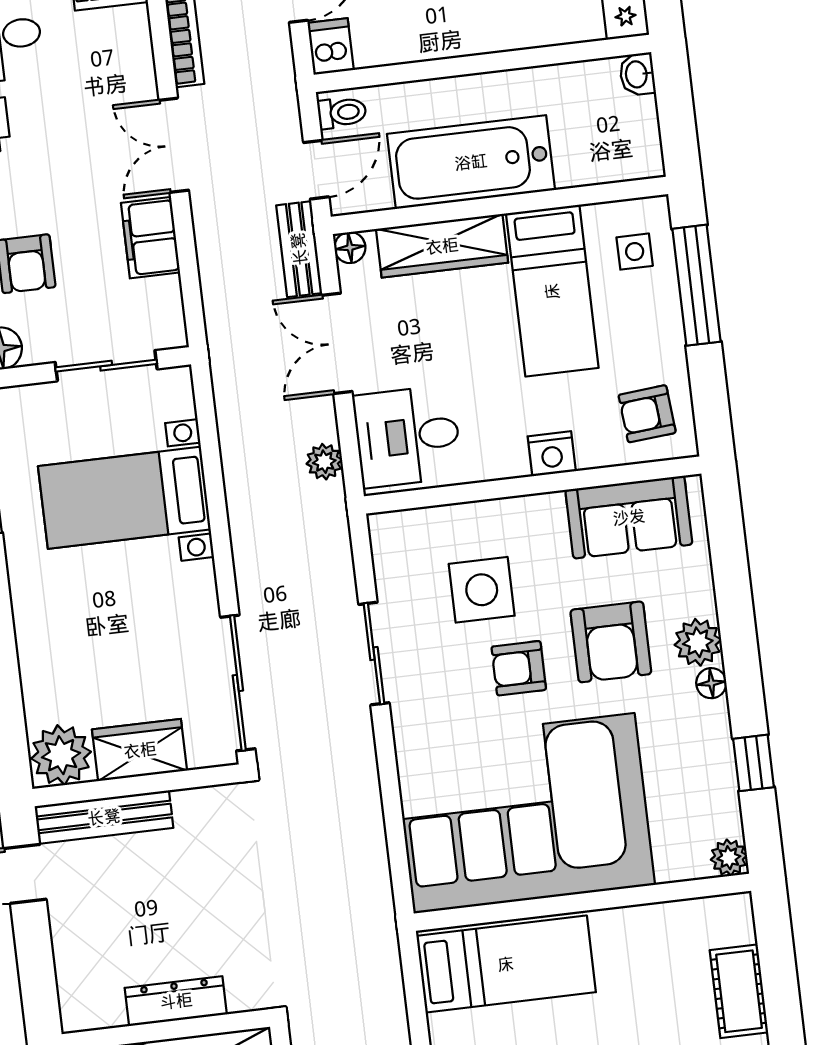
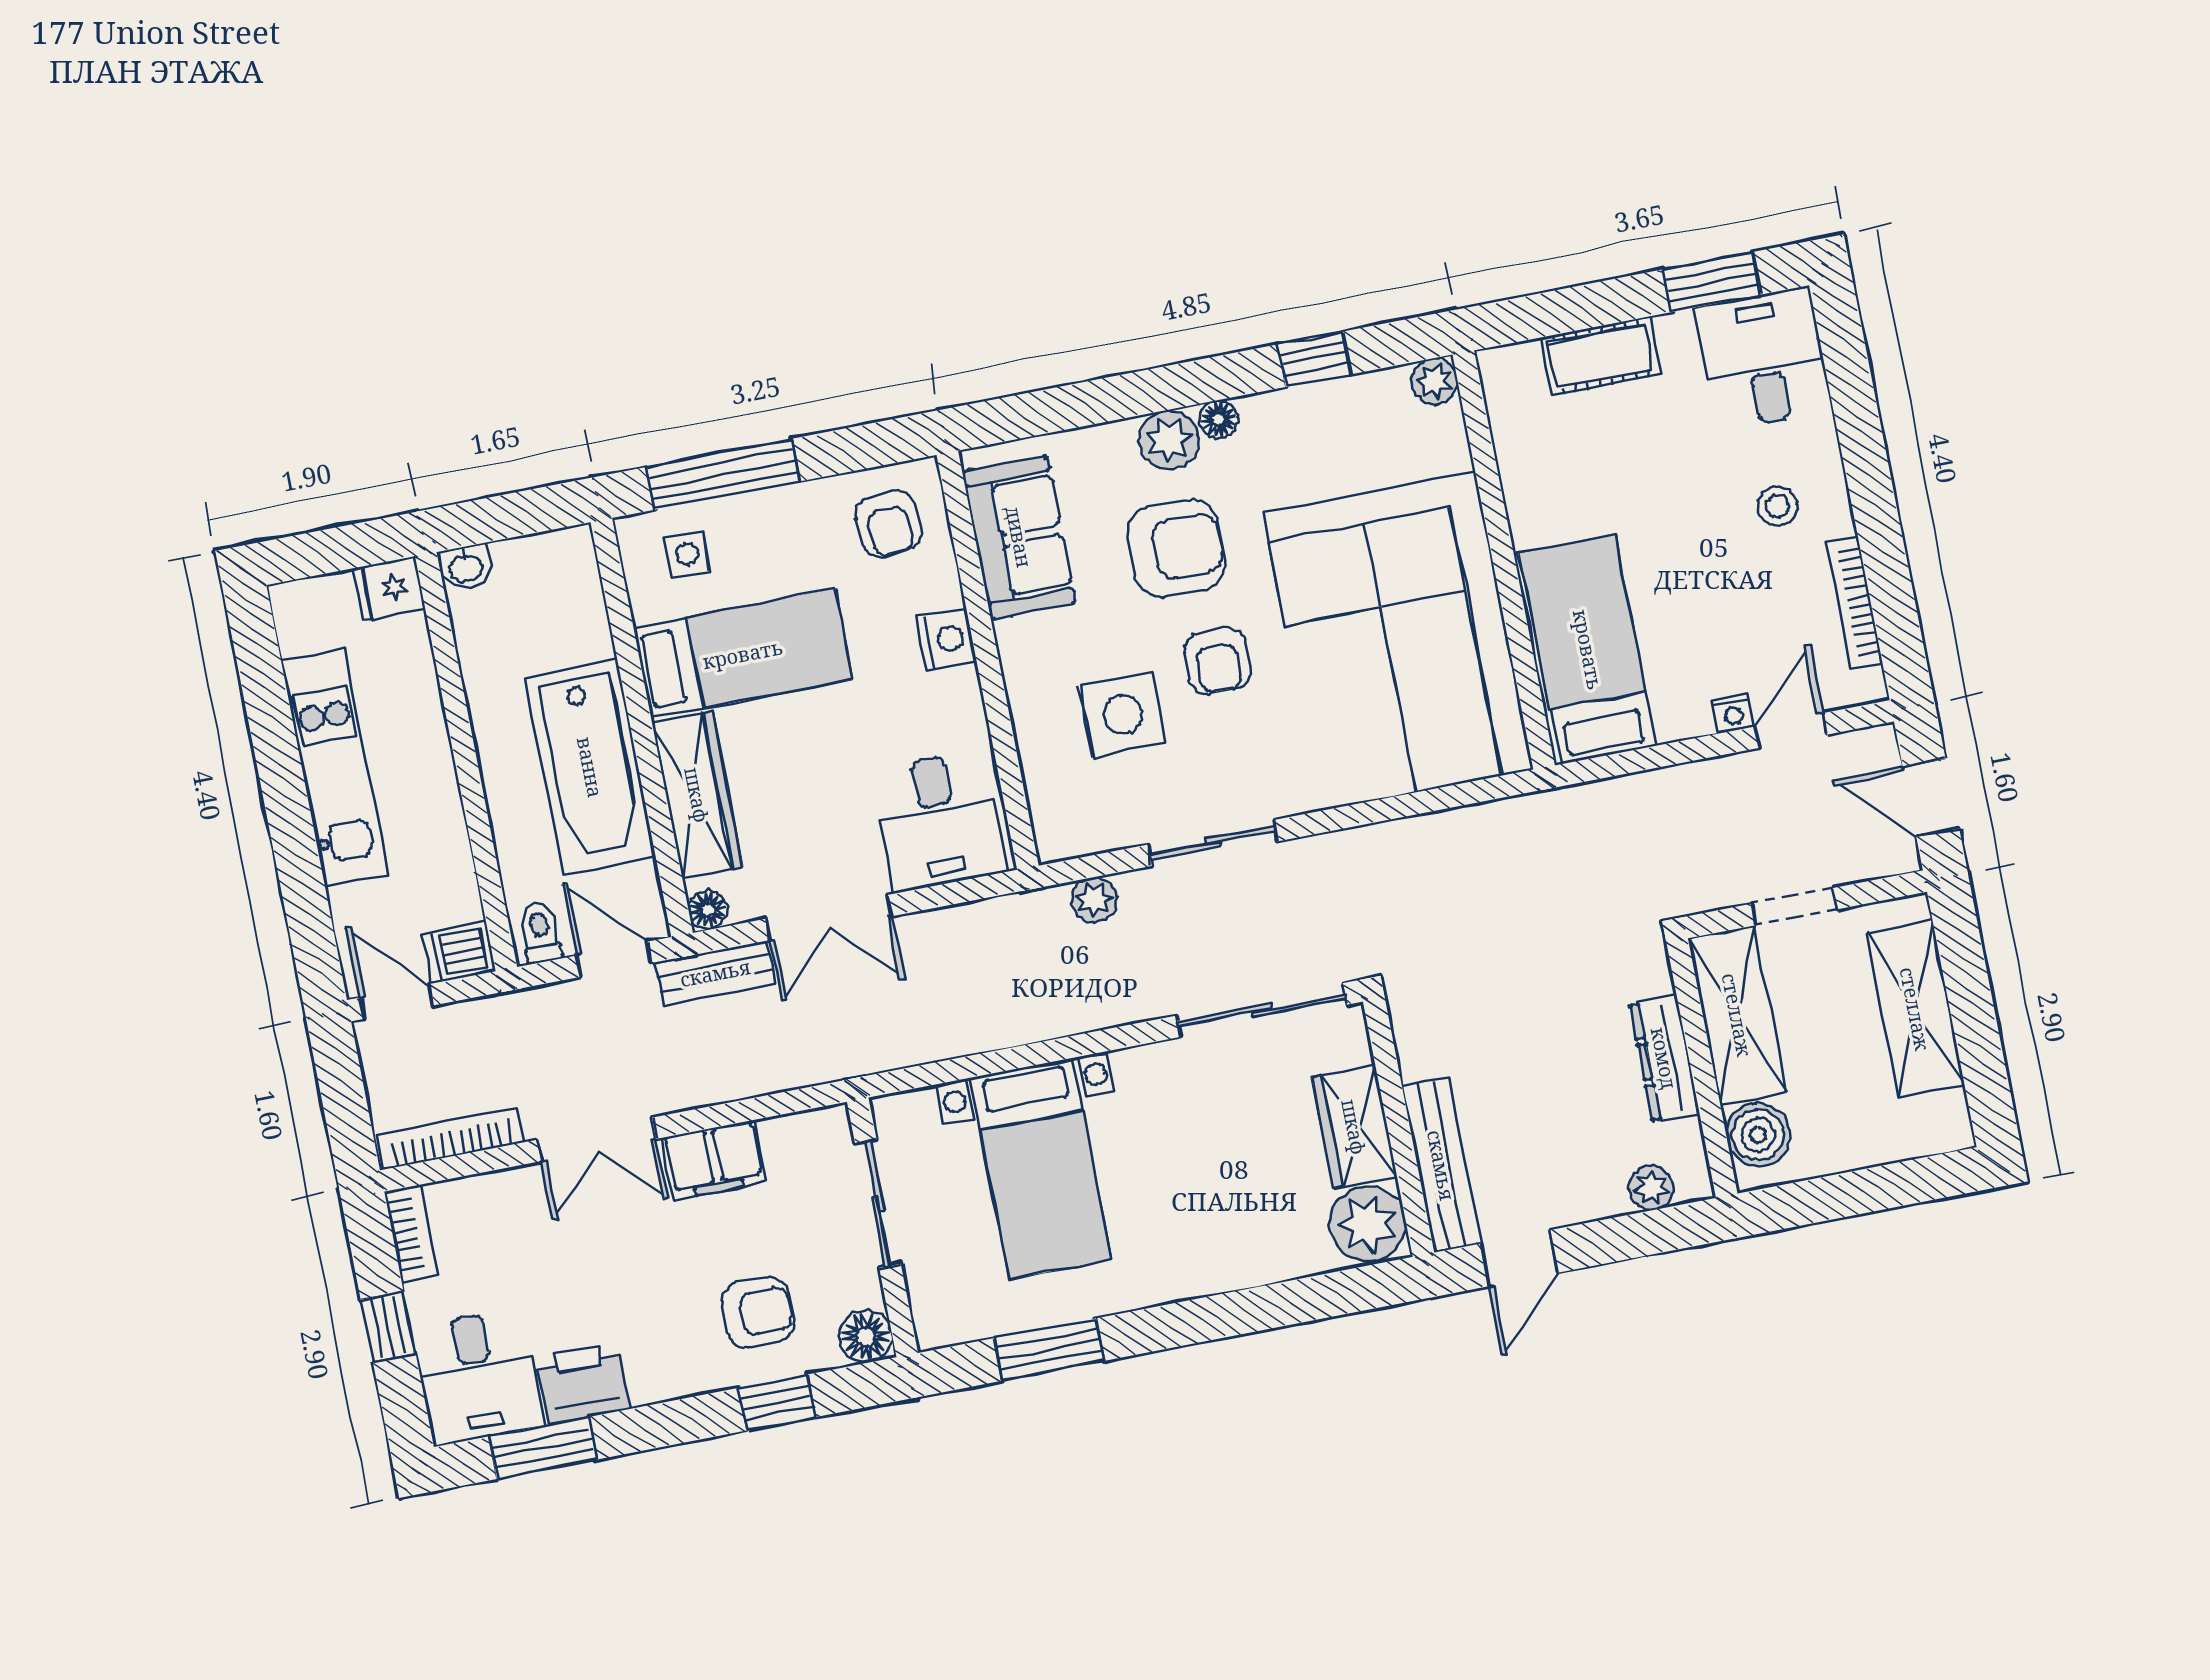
plant: (324, 462) -> (1094, 900), moved
plant: (73, 983) -> (1651, 1188), added

